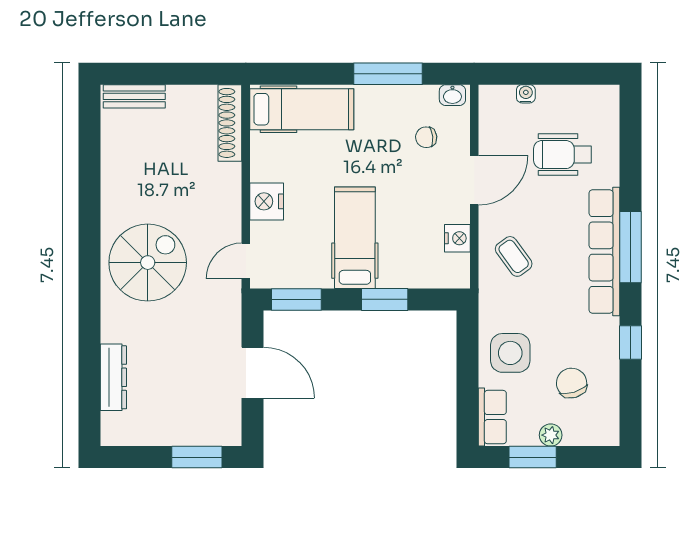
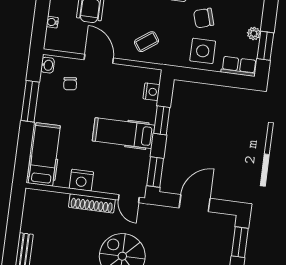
shoe rack: (230, 123) -> (92, 203), moved
nightstand: (267, 201) -> (81, 180), moved
nightstand: (457, 238) -> (151, 92), moved, turned 90
chair: (572, 383) -> (204, 18), moved

